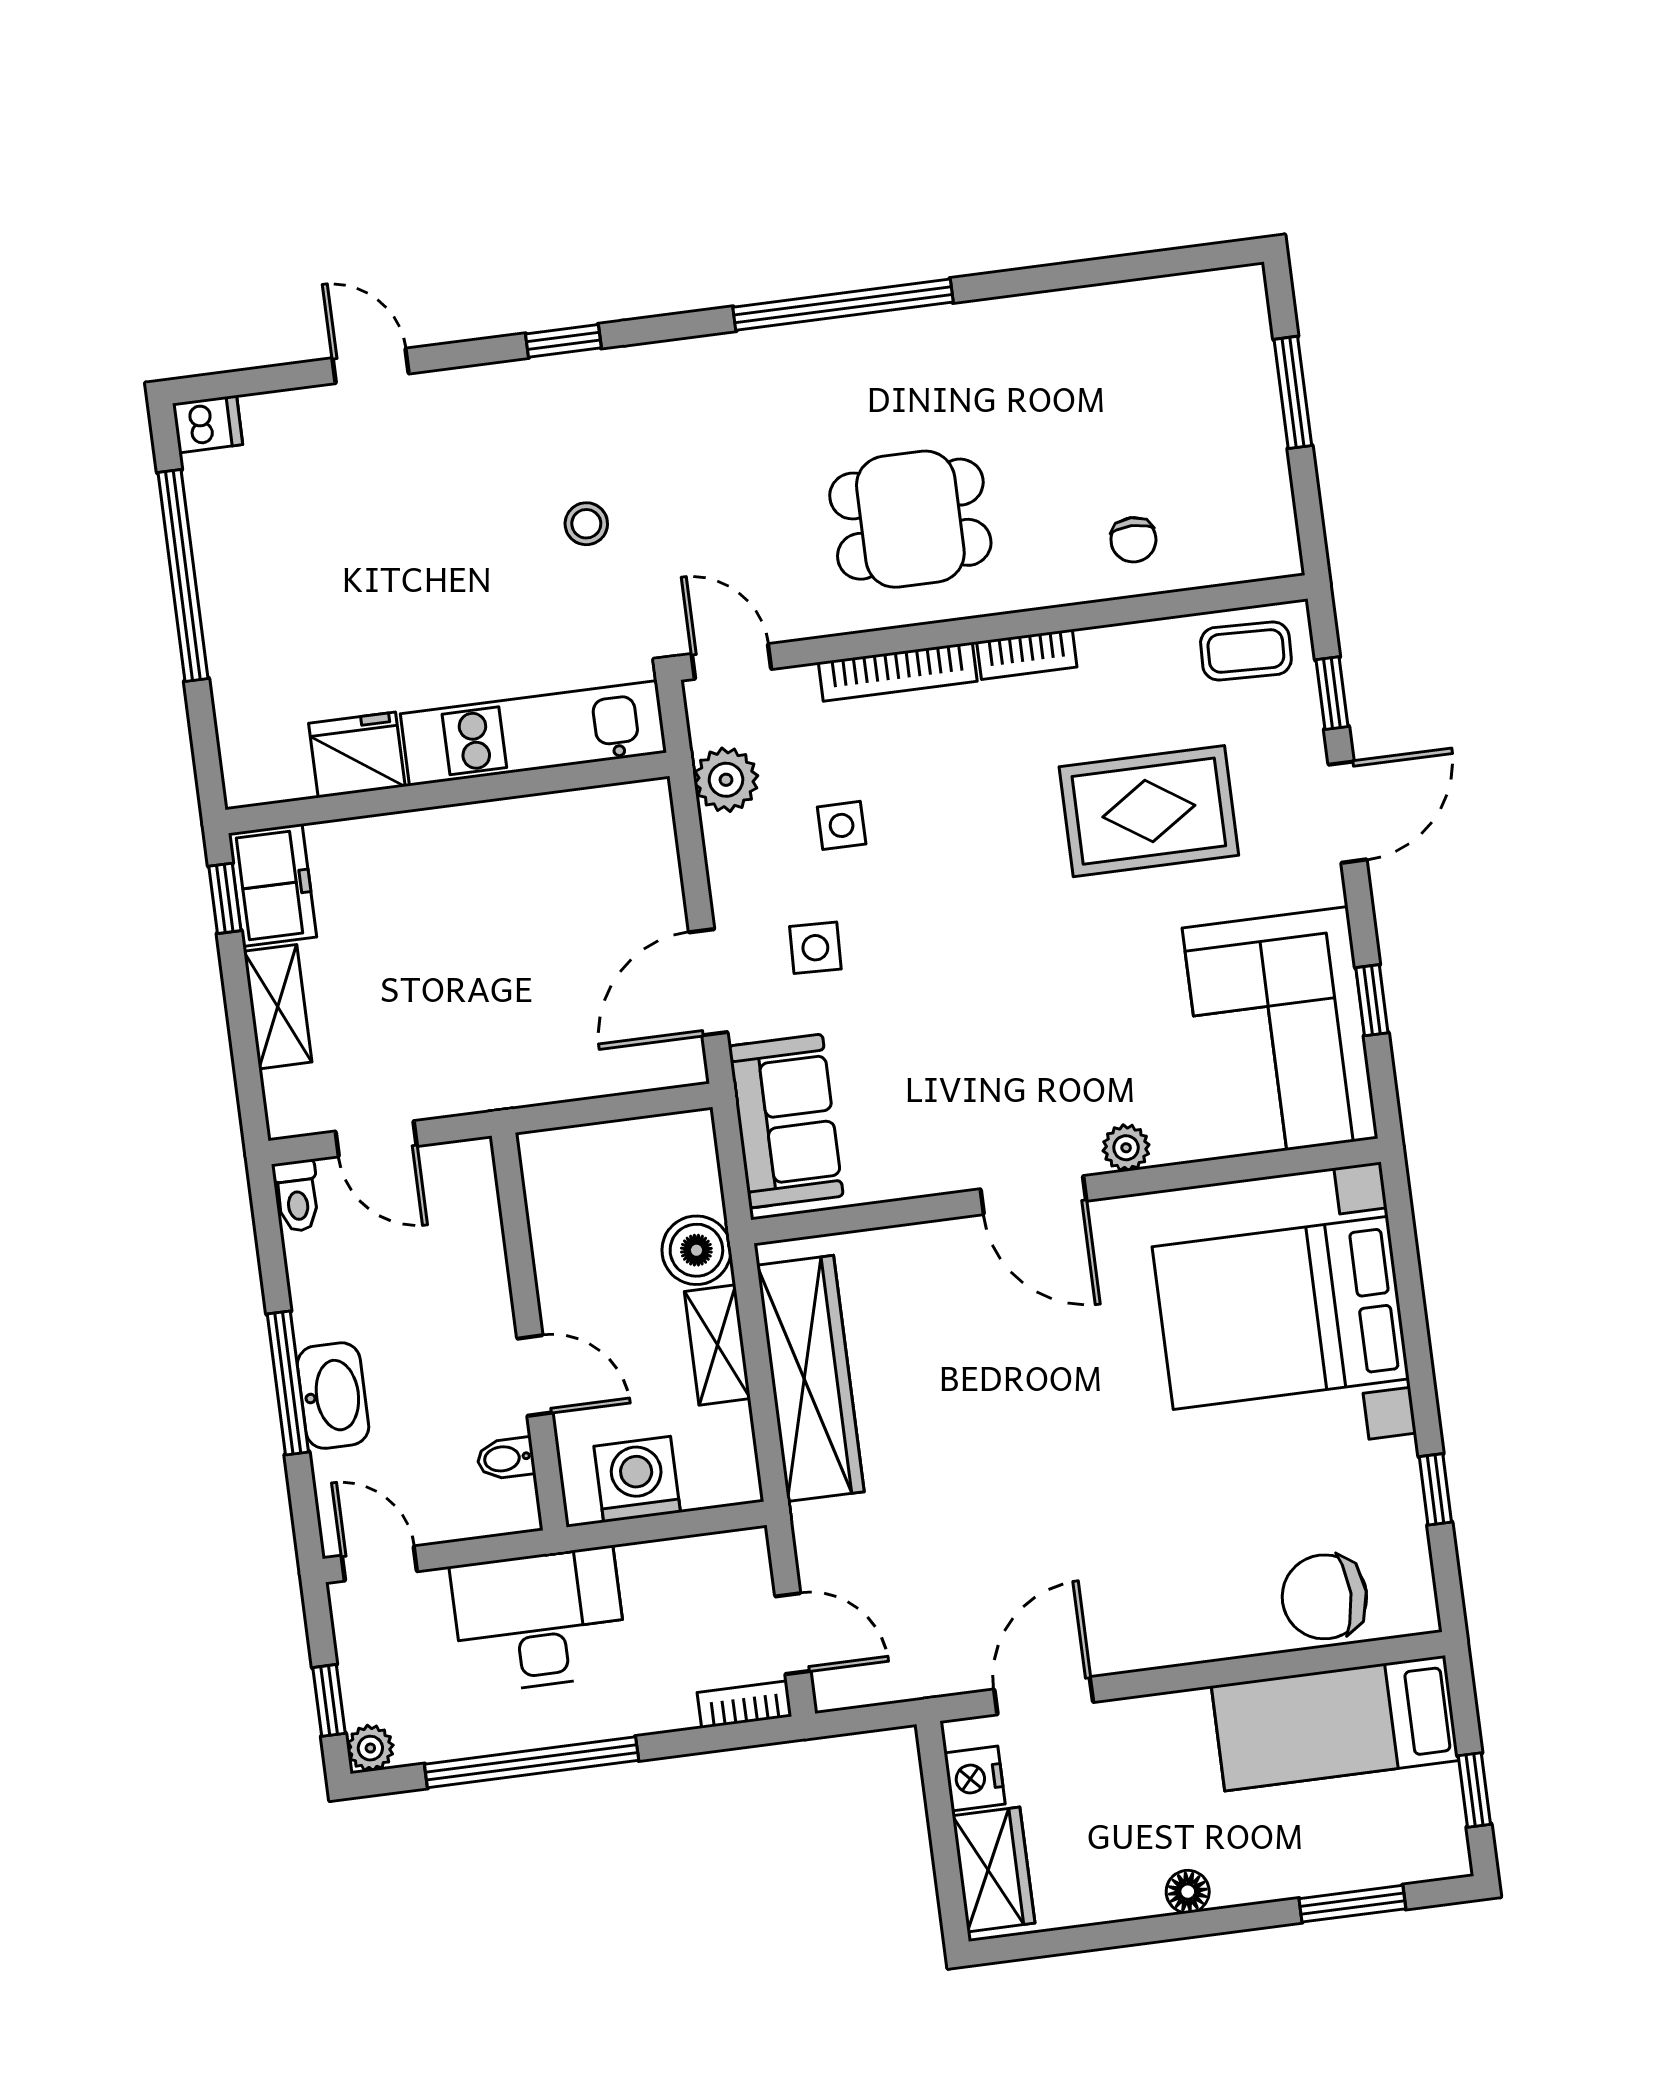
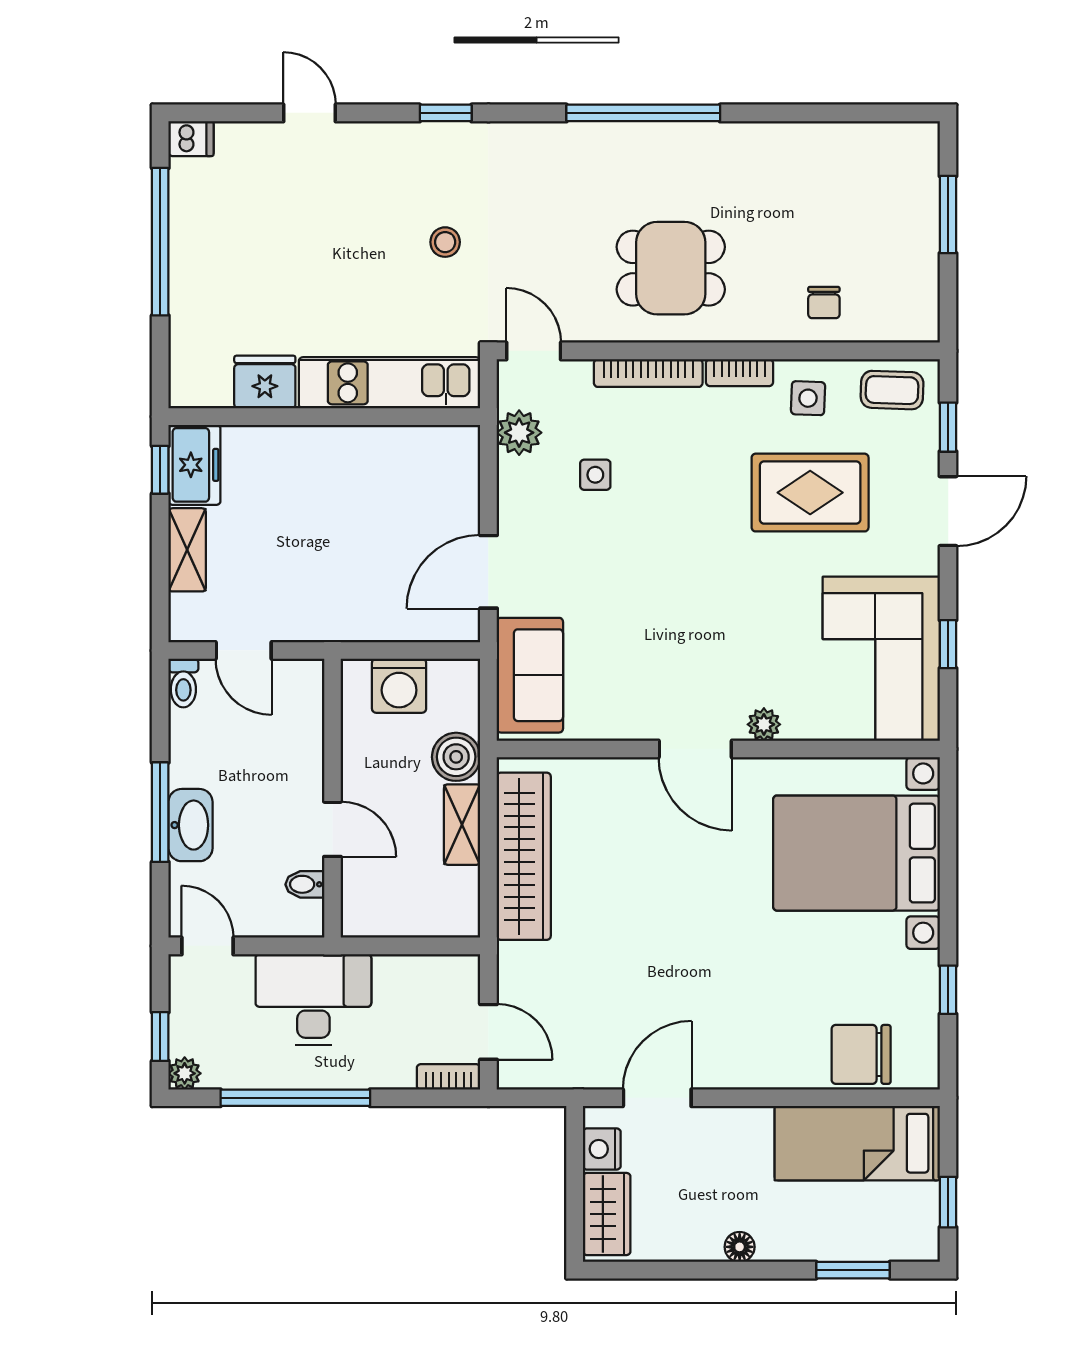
side table: (815, 948) -> (808, 398), moved
washing machine: (637, 1479) -> (399, 686), moved, turned 180

